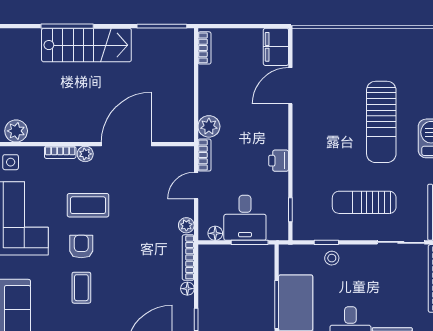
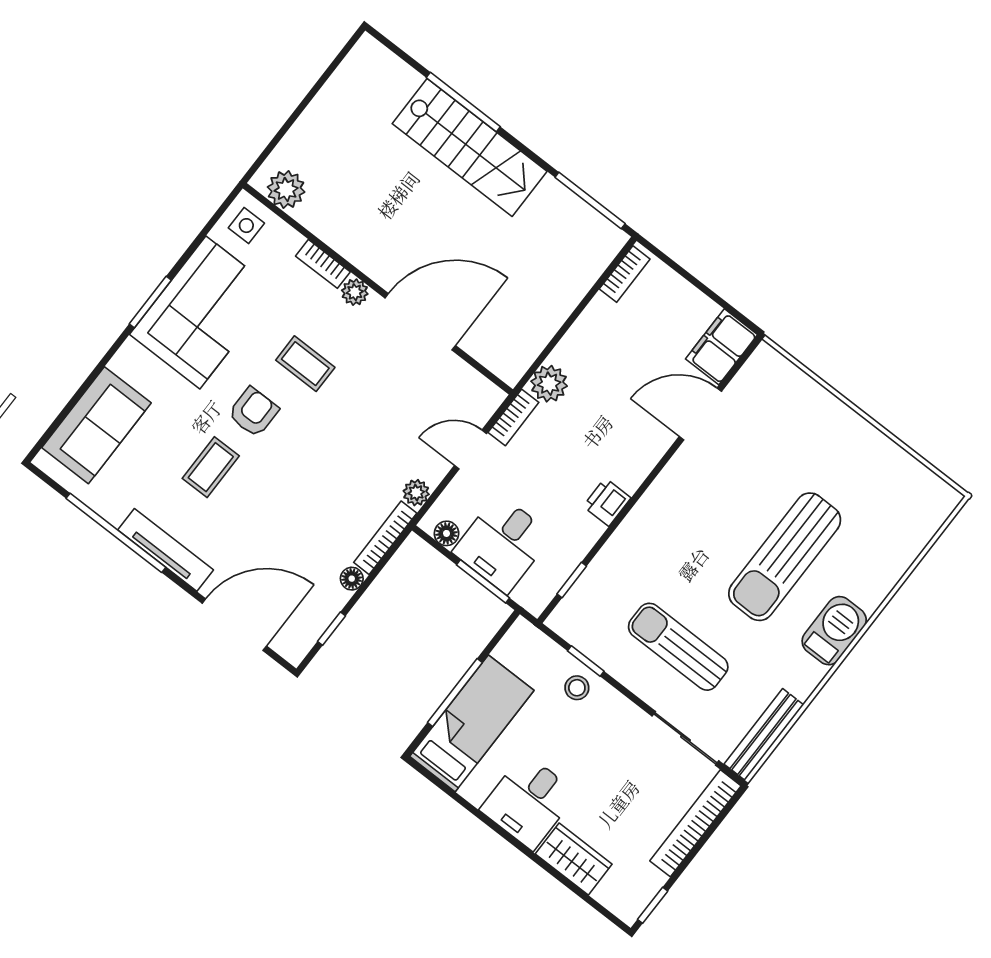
coffee table: (88, 205) -> (305, 364), width x0.73, depth x0.77

